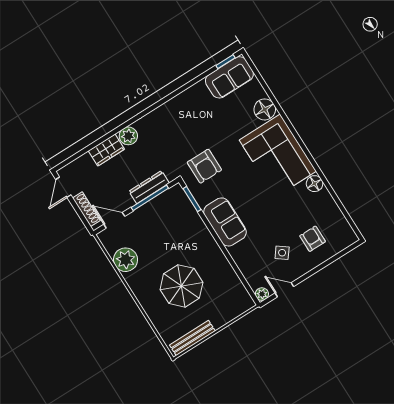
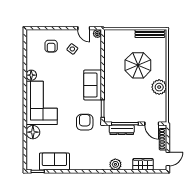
sofa: (229, 77) -> (54, 162), moved
wardrobe: (106, 150) -> (143, 164), moved
plant: (126, 260) -> (159, 87), moved

